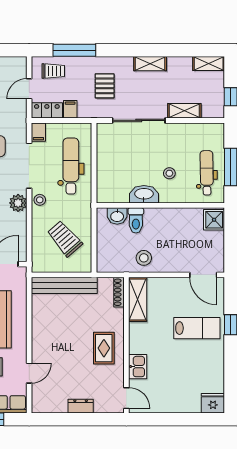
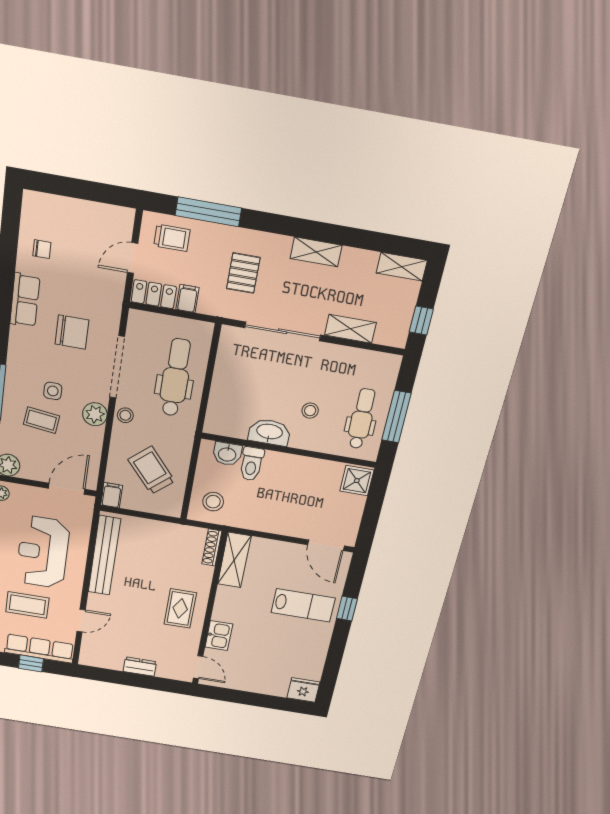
filing cabinet: (38, 132) -> (112, 495), moved, turned 180
stool: (144, 258) -> (213, 502), moved
bench: (64, 285) -> (104, 556), moved, turned 90

